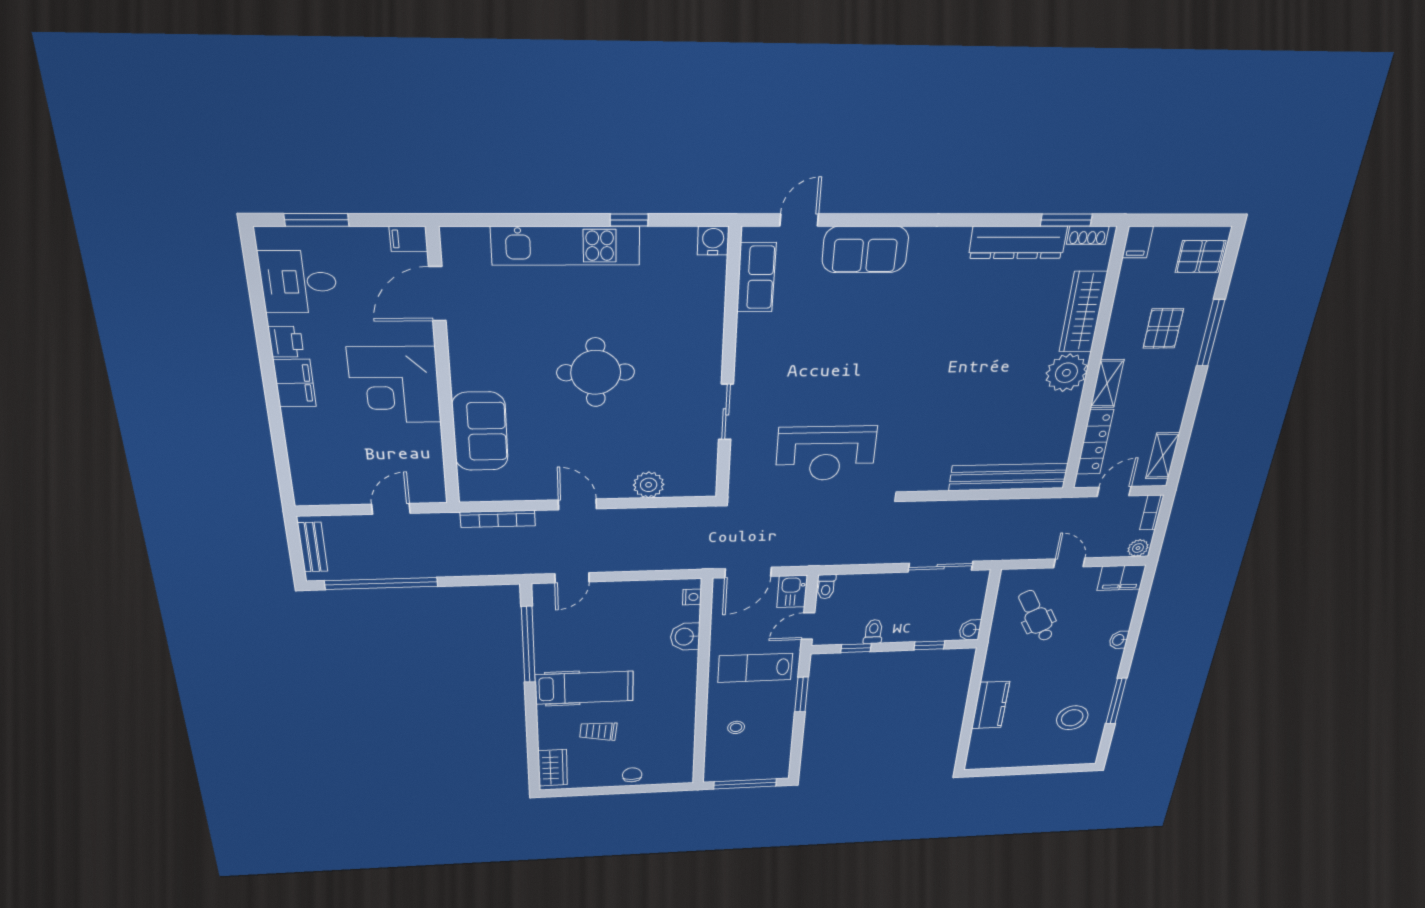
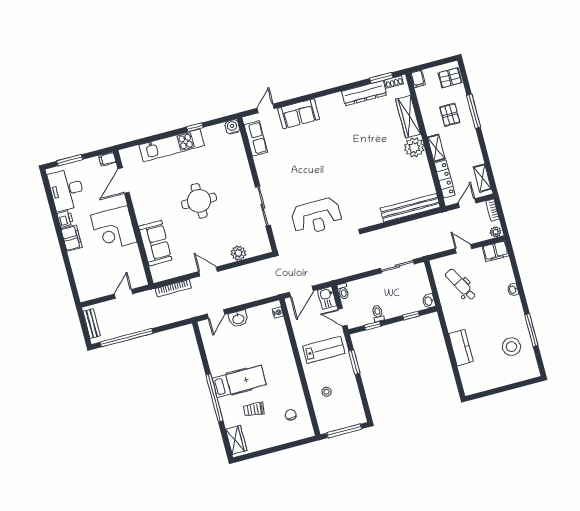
desk: (299, 282) -> (66, 190), width x1.37
sliding door: (726, 412) -> (263, 206), width x1.37
door: (808, 626) -> (342, 317), hinge flipped
washbasin: (685, 637) -> (238, 319), moved, turned -90
window: (528, 645) -> (214, 398), moved
lab bench: (755, 668) -> (324, 350), turned 180
chair: (632, 775) -> (291, 415), moved

